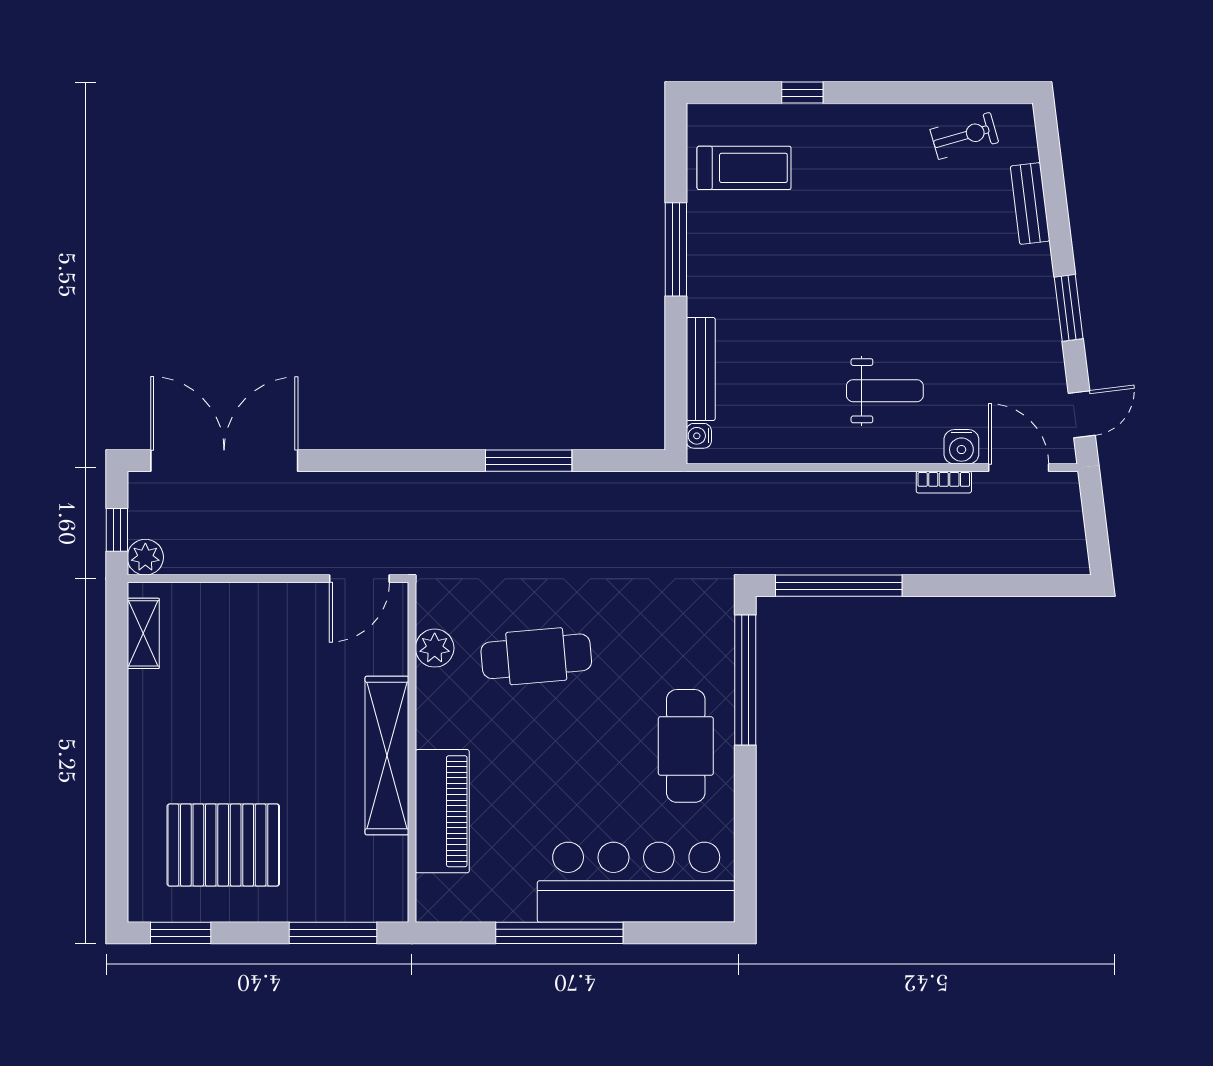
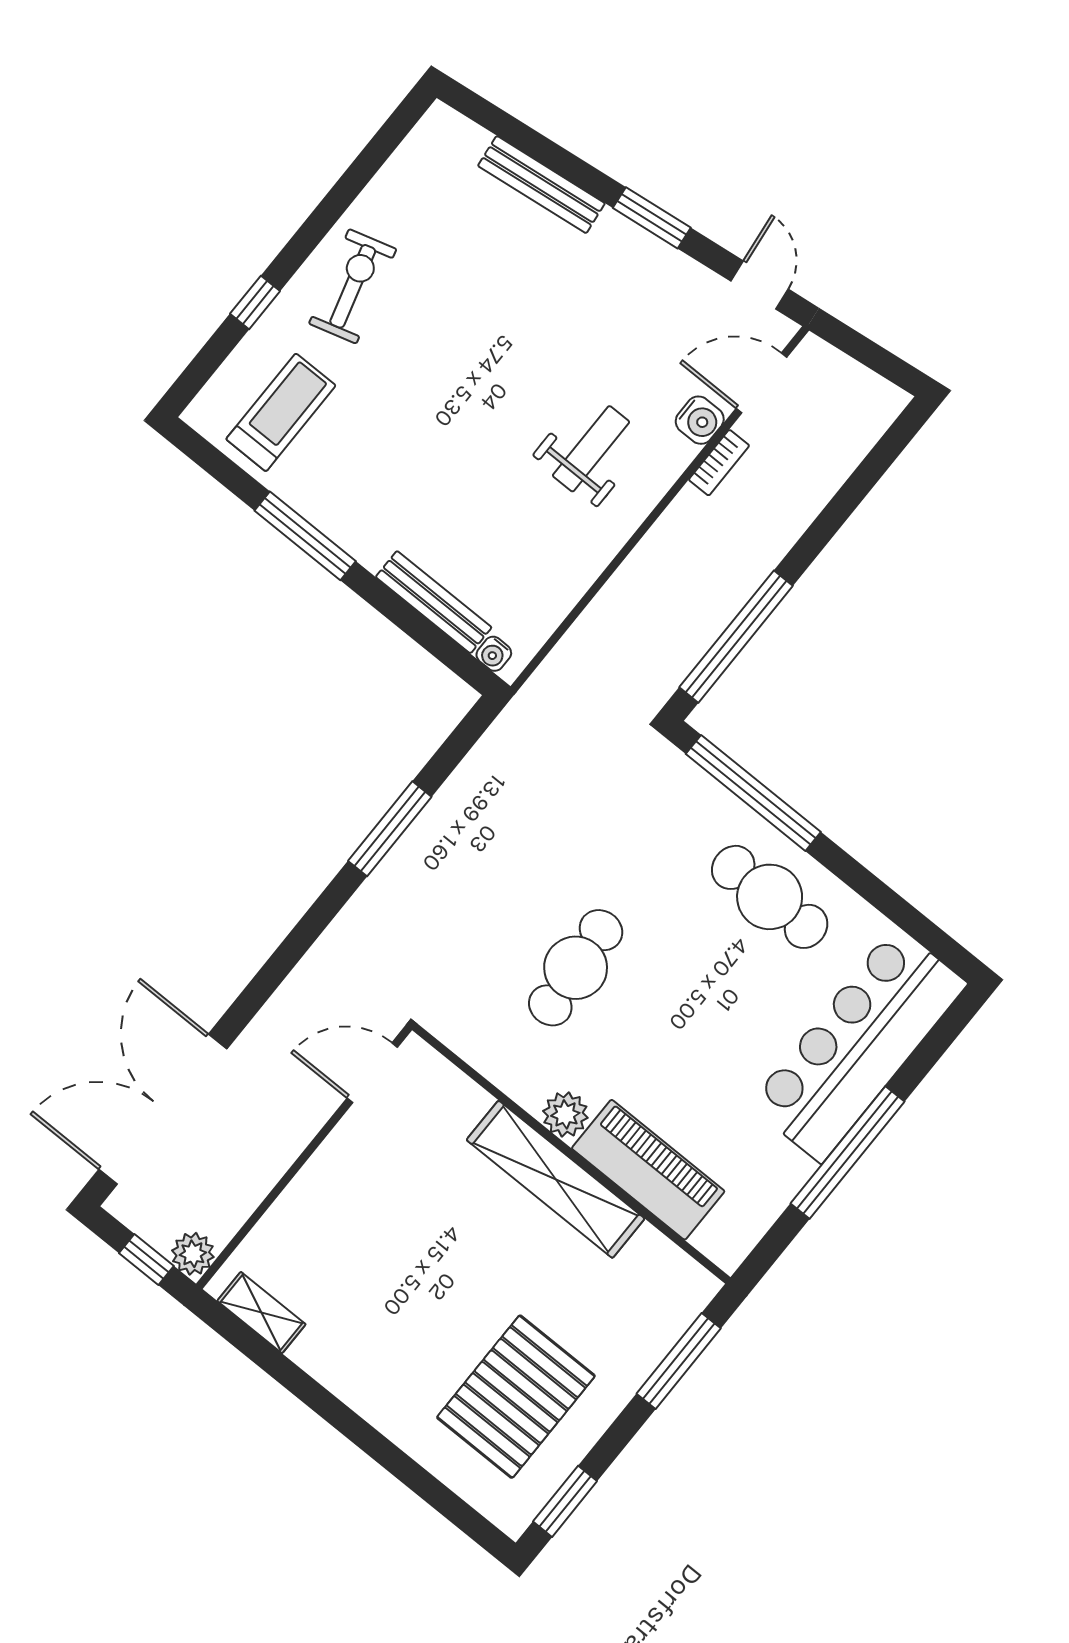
exercise bike: (964, 136) -> (353, 286), moved, width x1.38, depth x1.39
bench: (1030, 204) -> (541, 185), width x1.36
door: (359, 579) -> (372, 1073), swing flipped
plant: (435, 648) -> (565, 1114), moved

